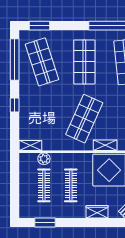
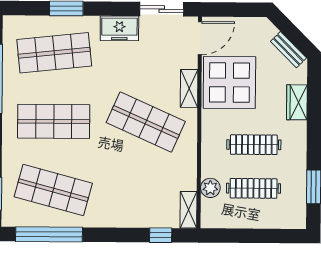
shop shelf: (42, 62) -> (53, 190), turned 33
window: (15, 105) -> (161, 235), moved

